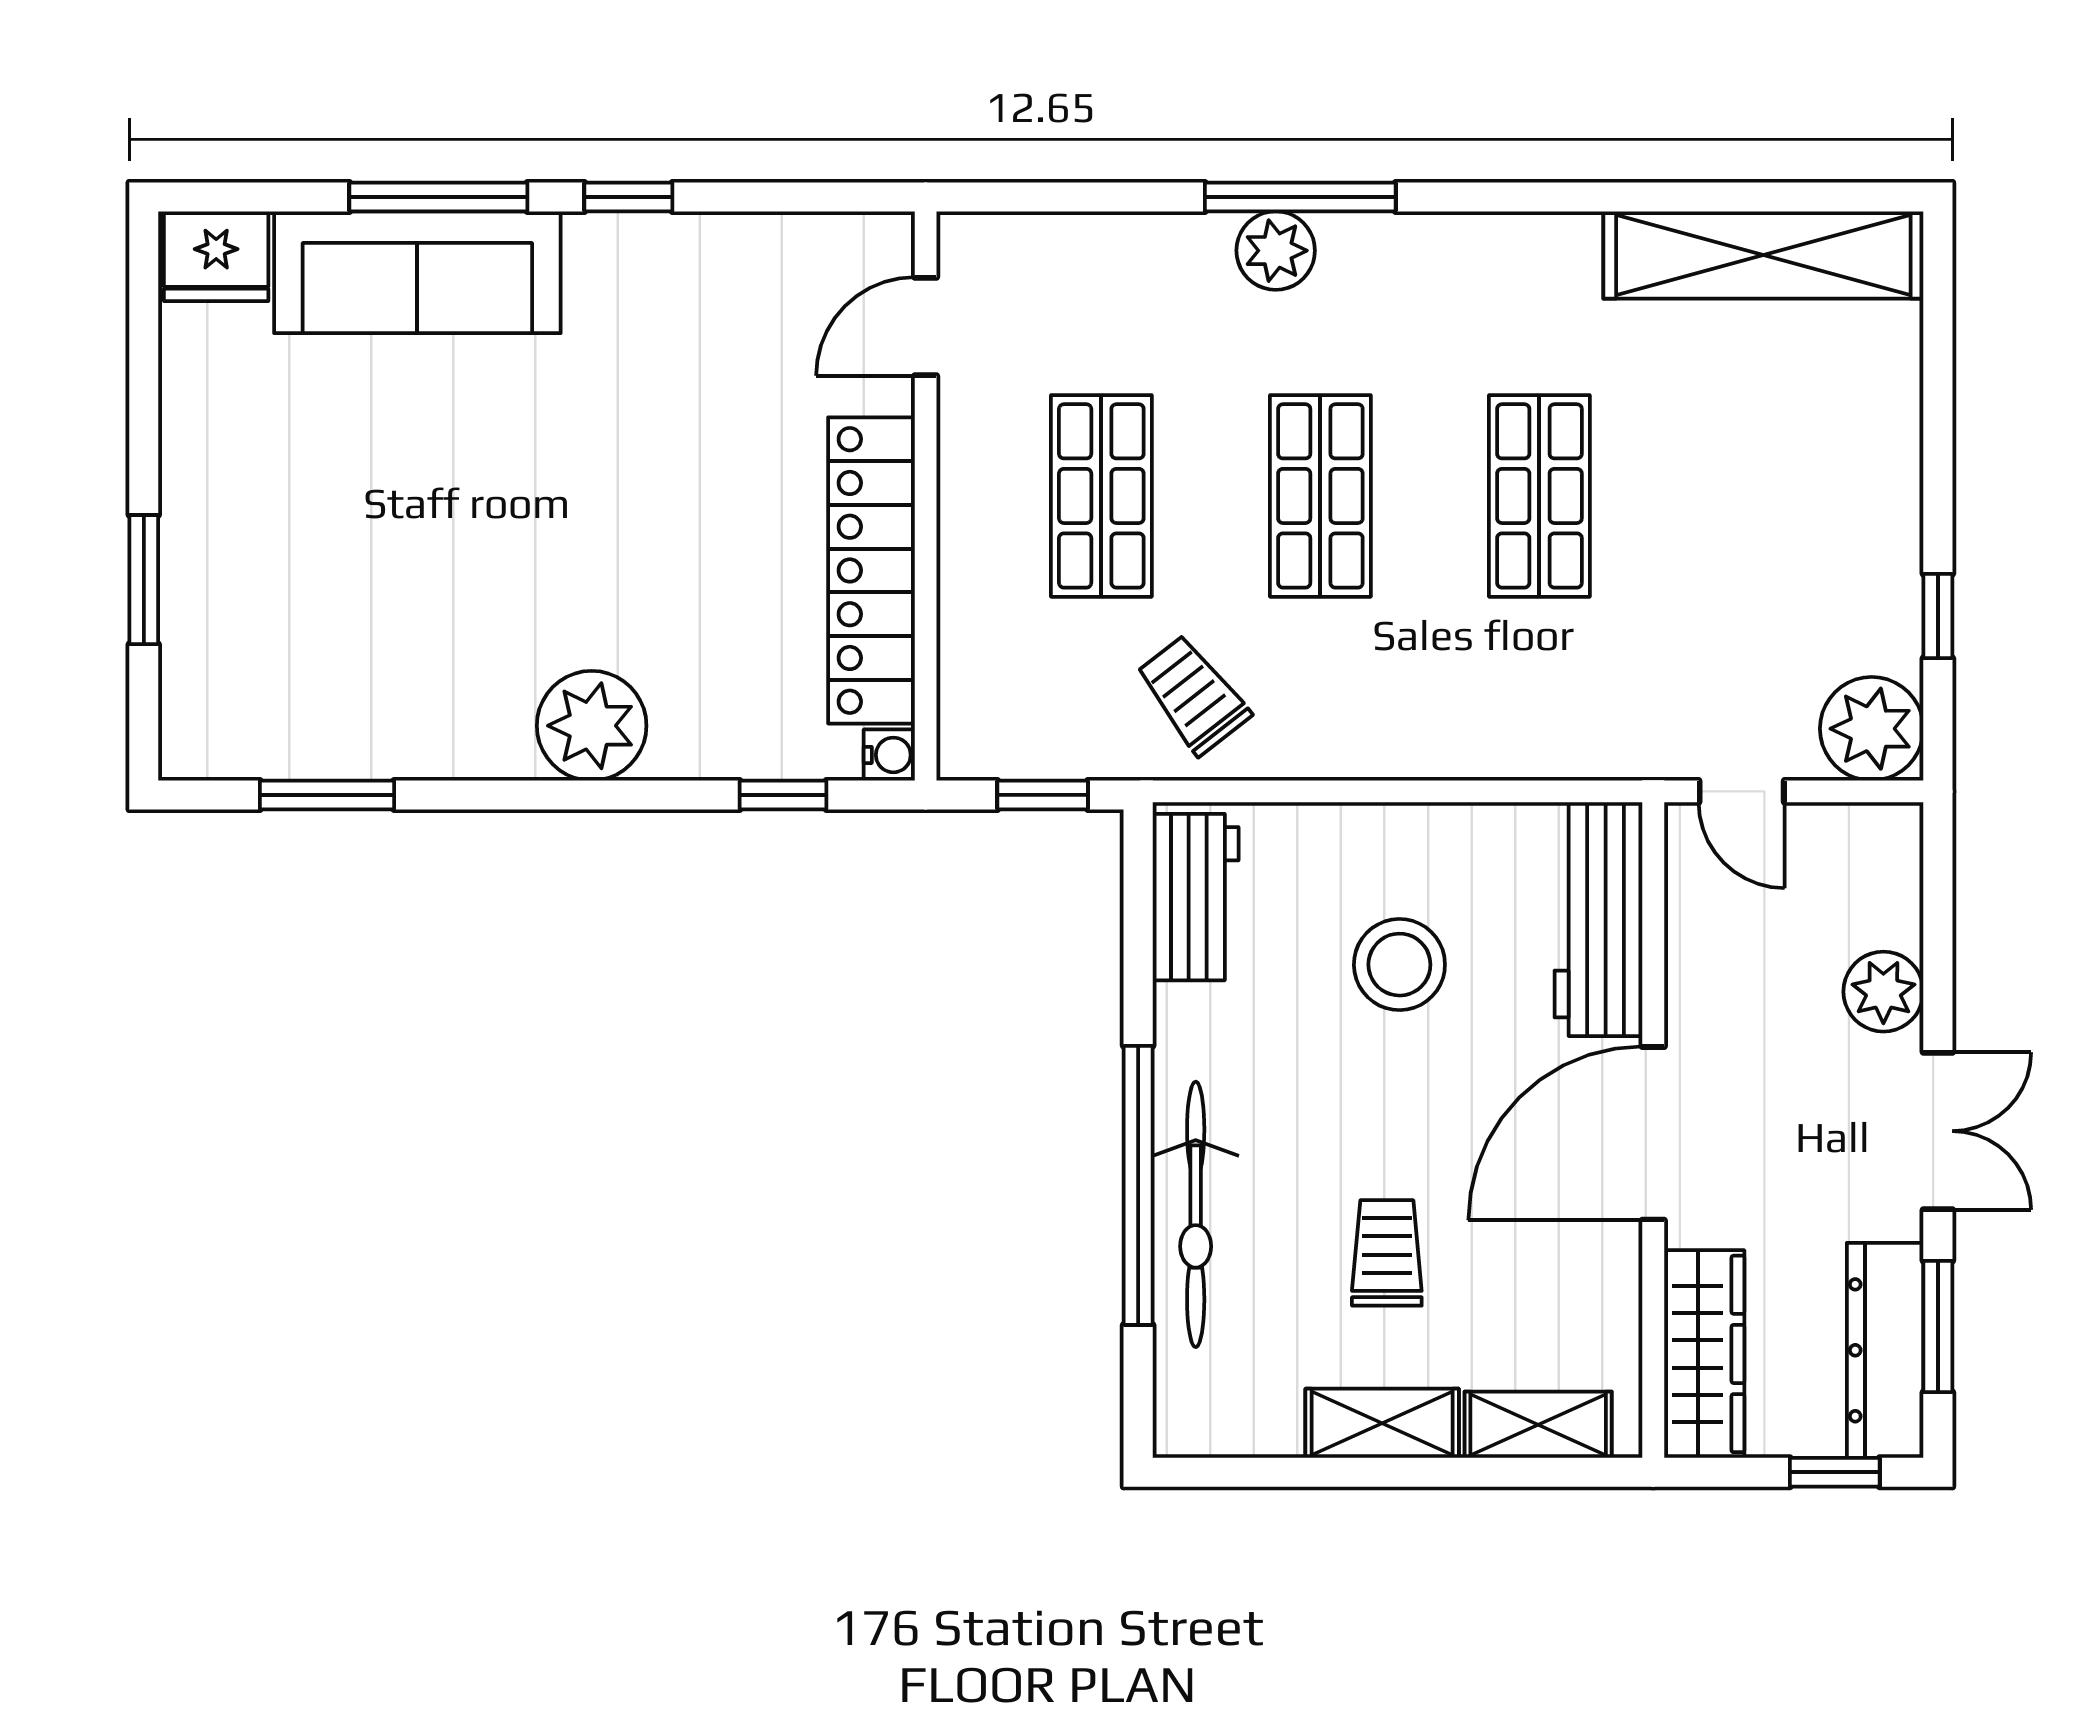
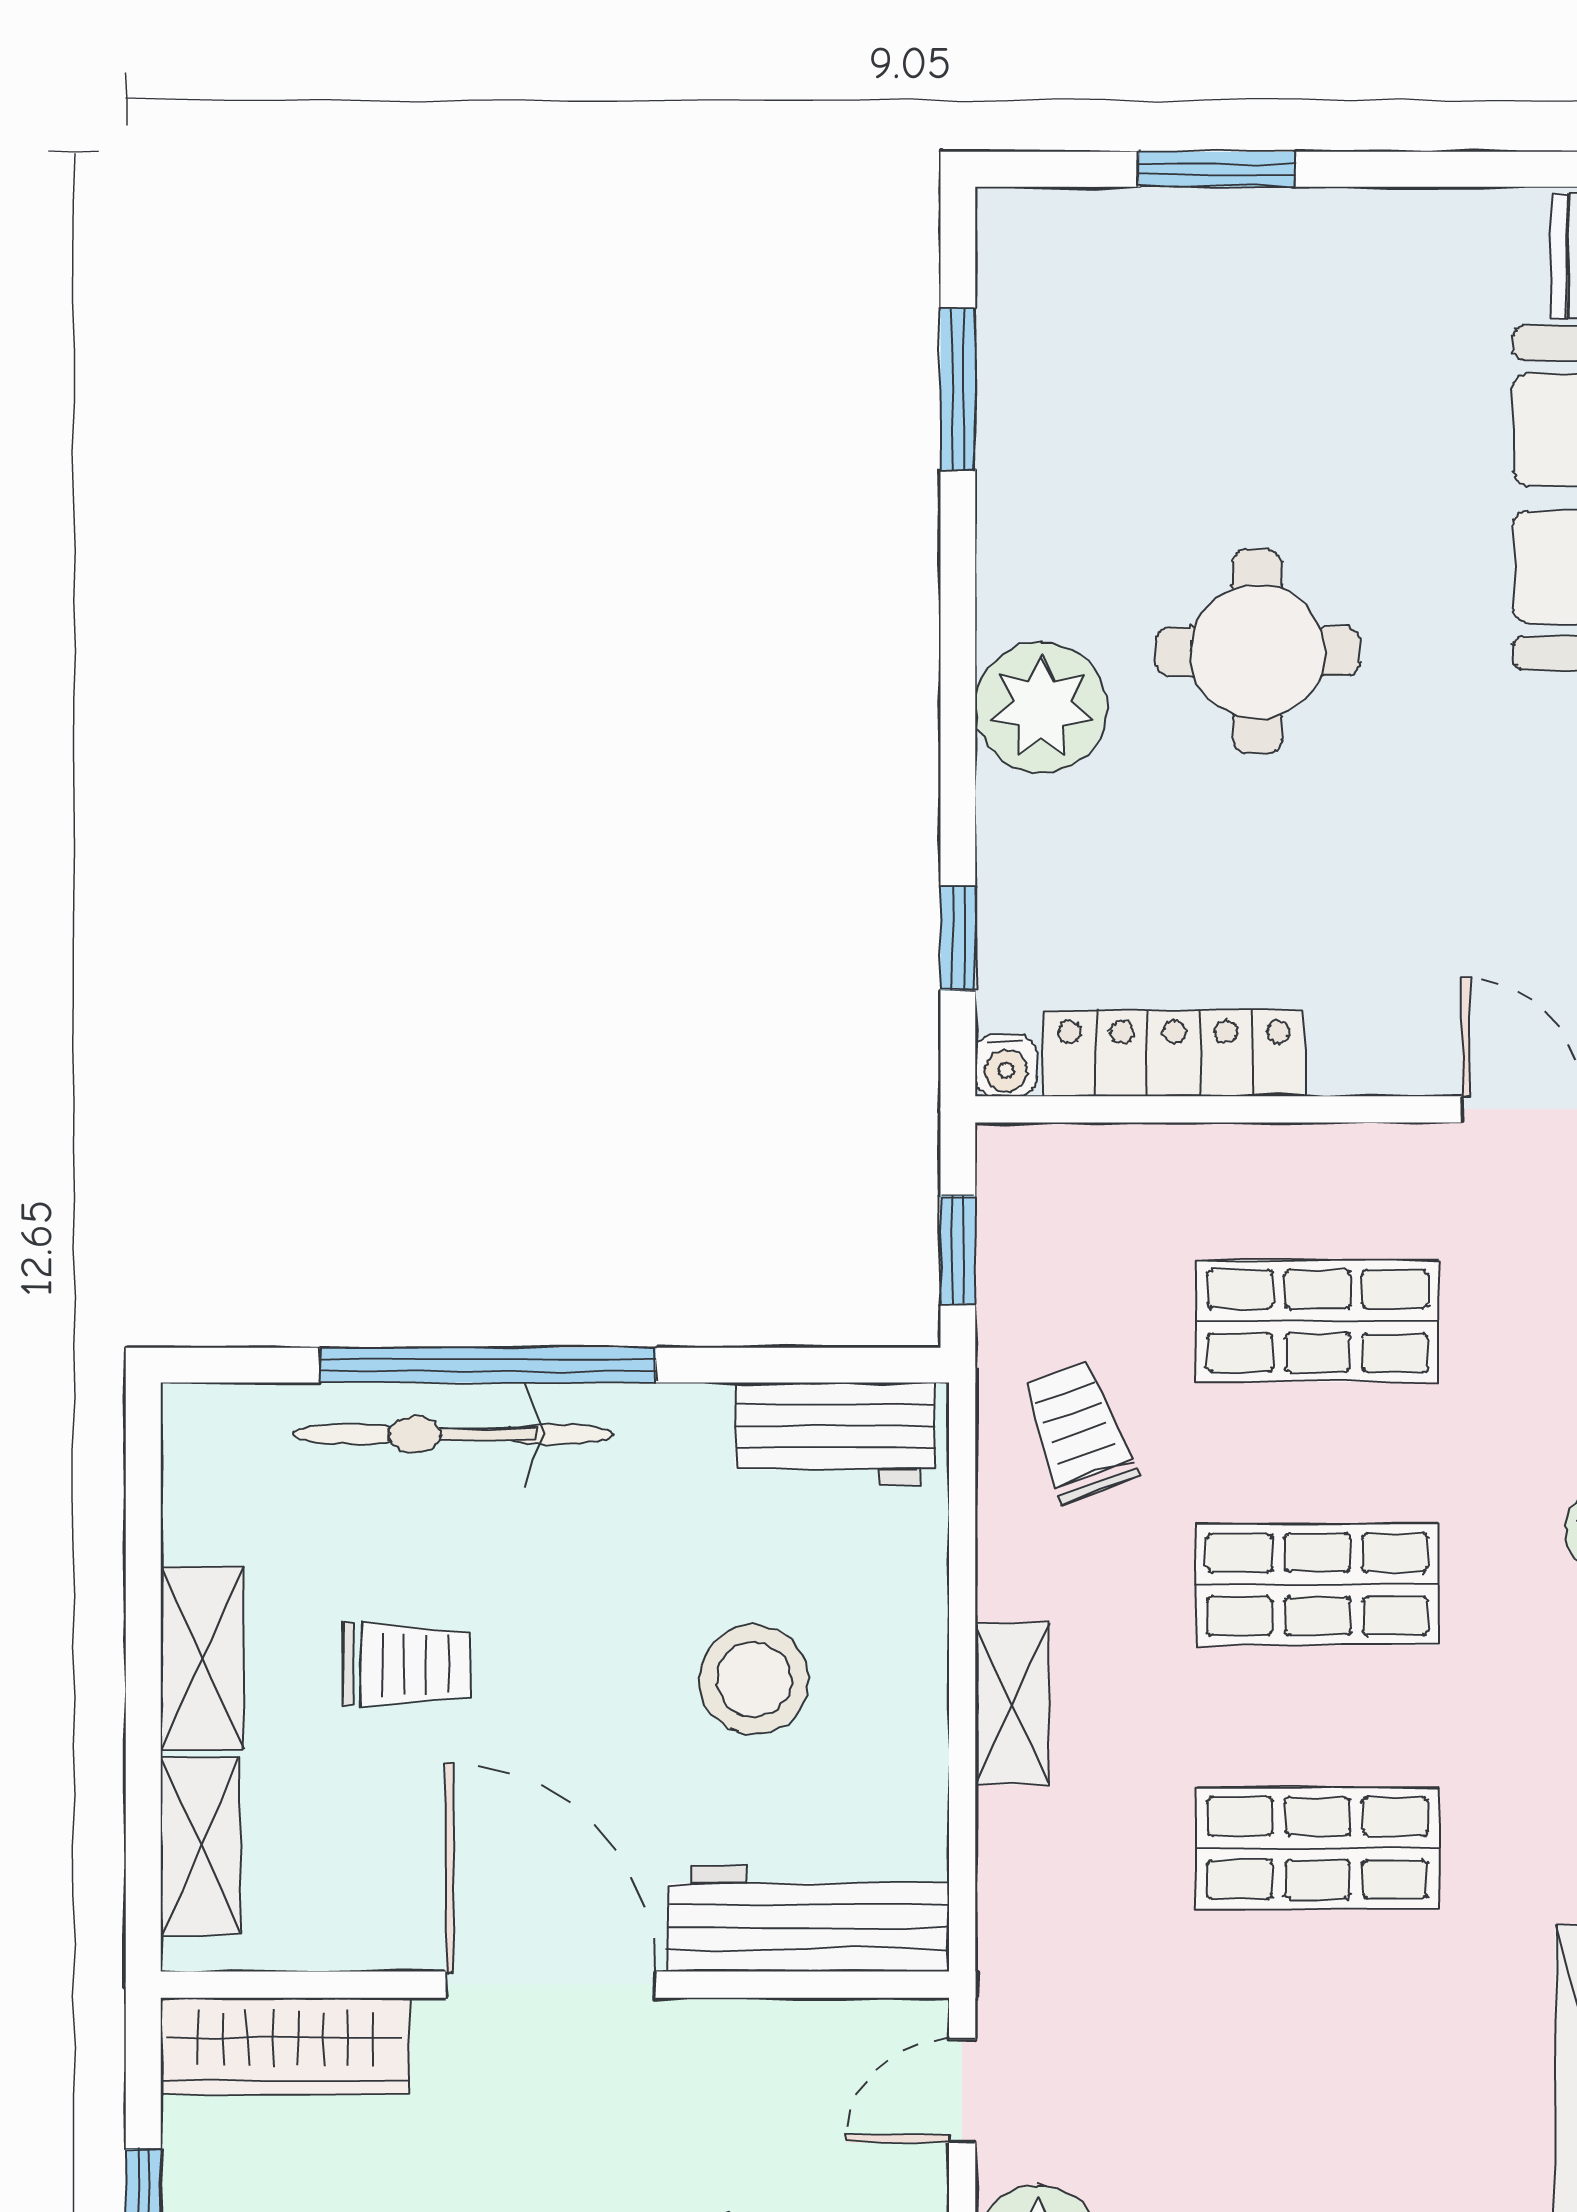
round table: (545, 546) -> (1258, 651), added
locker: (871, 570) -> (1174, 1053), width x0.71, depth x0.83
trolley: (1193, 695) -> (1078, 1431), turned -72
shelving: (1420, 750) -> (1012, 1704), added

